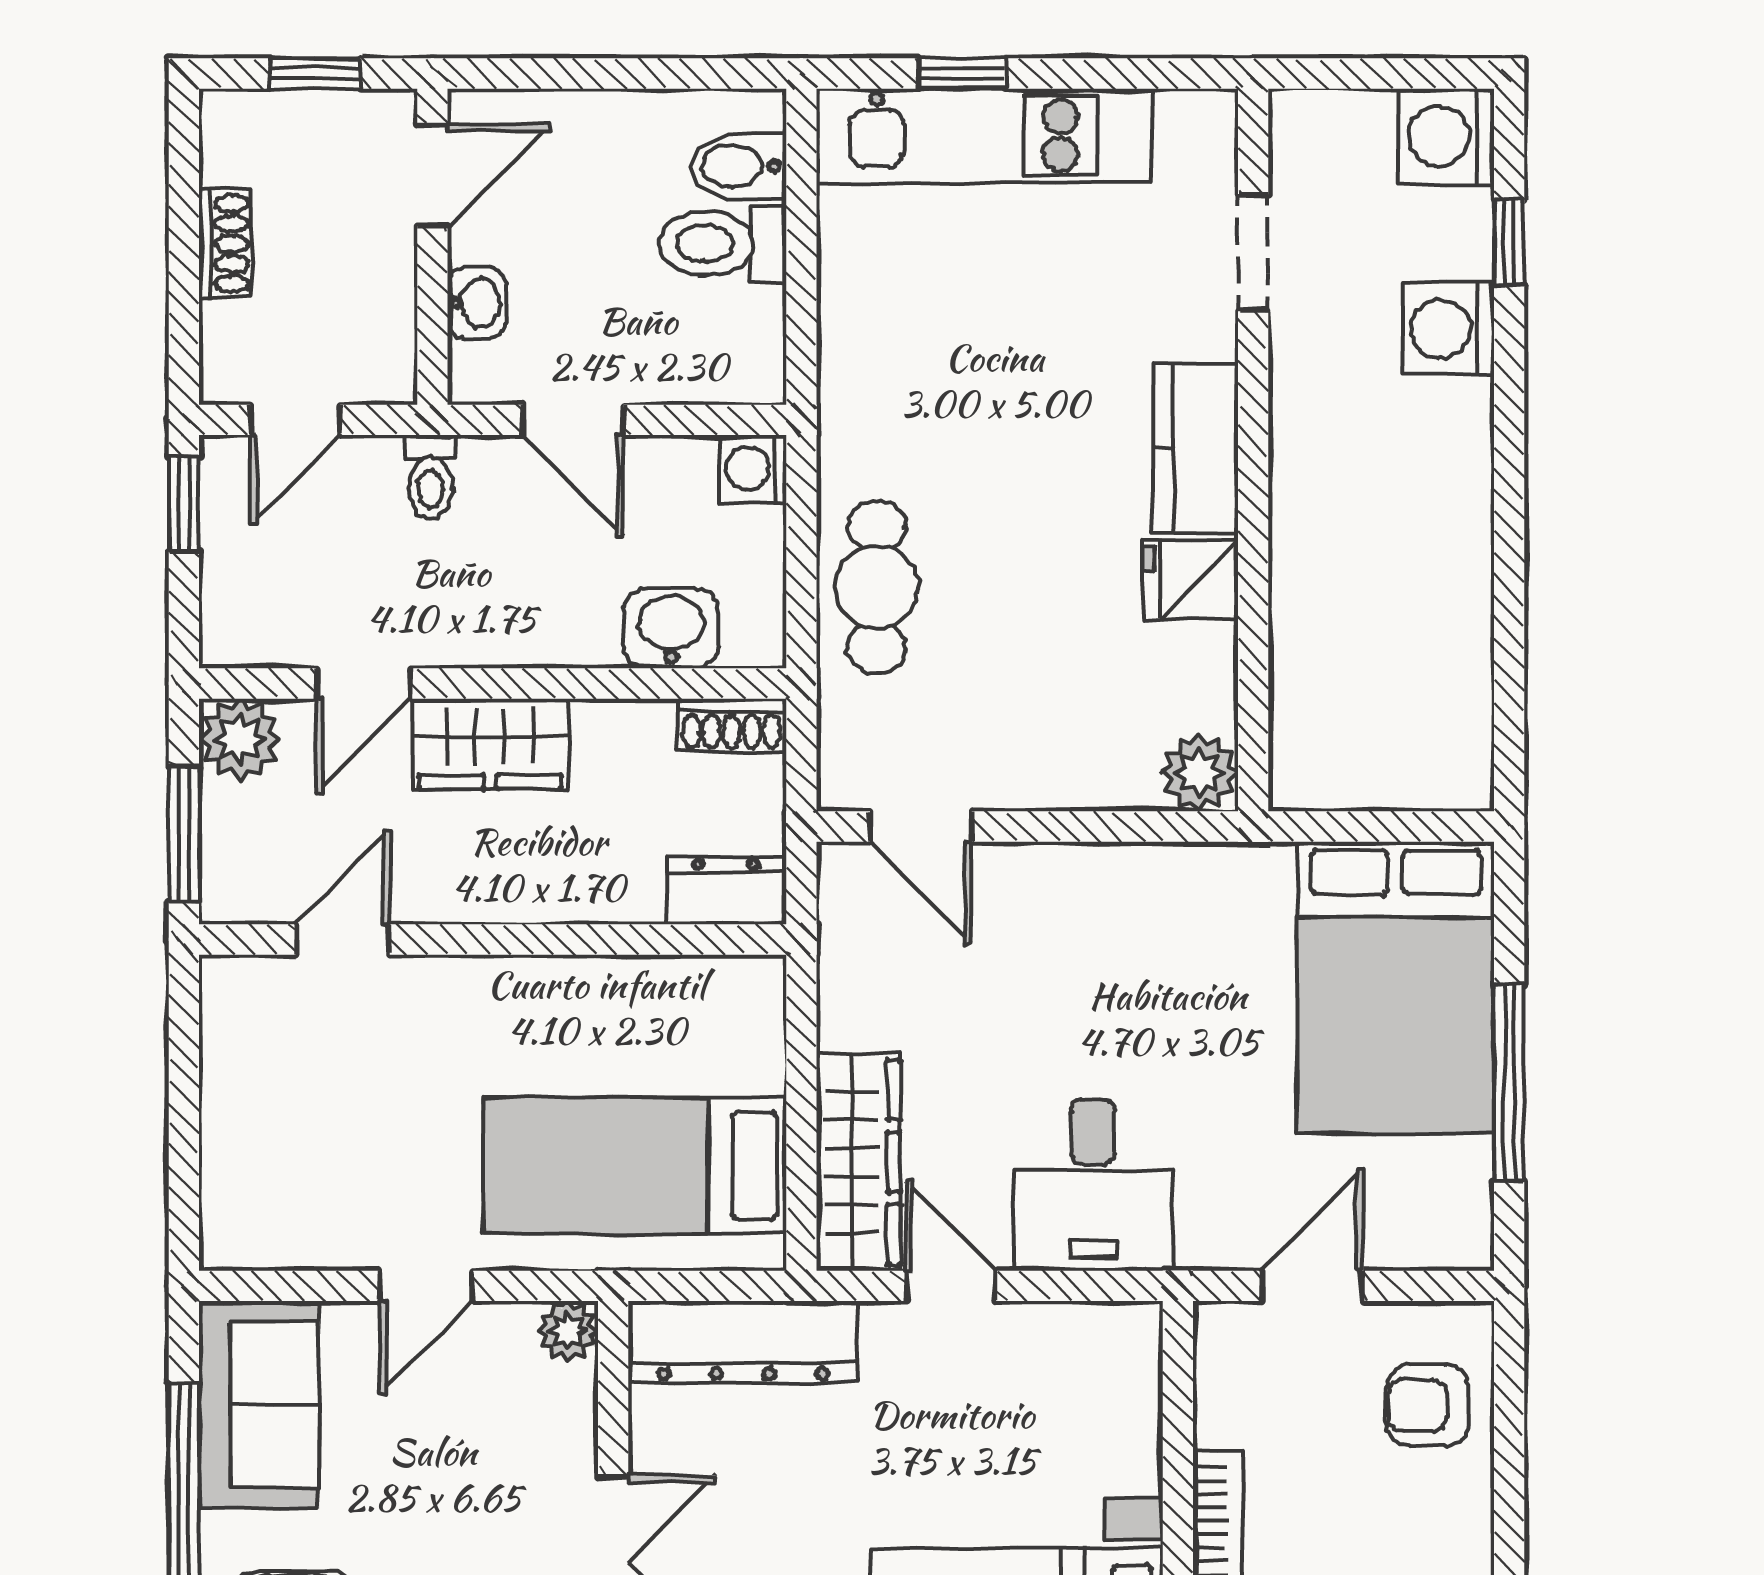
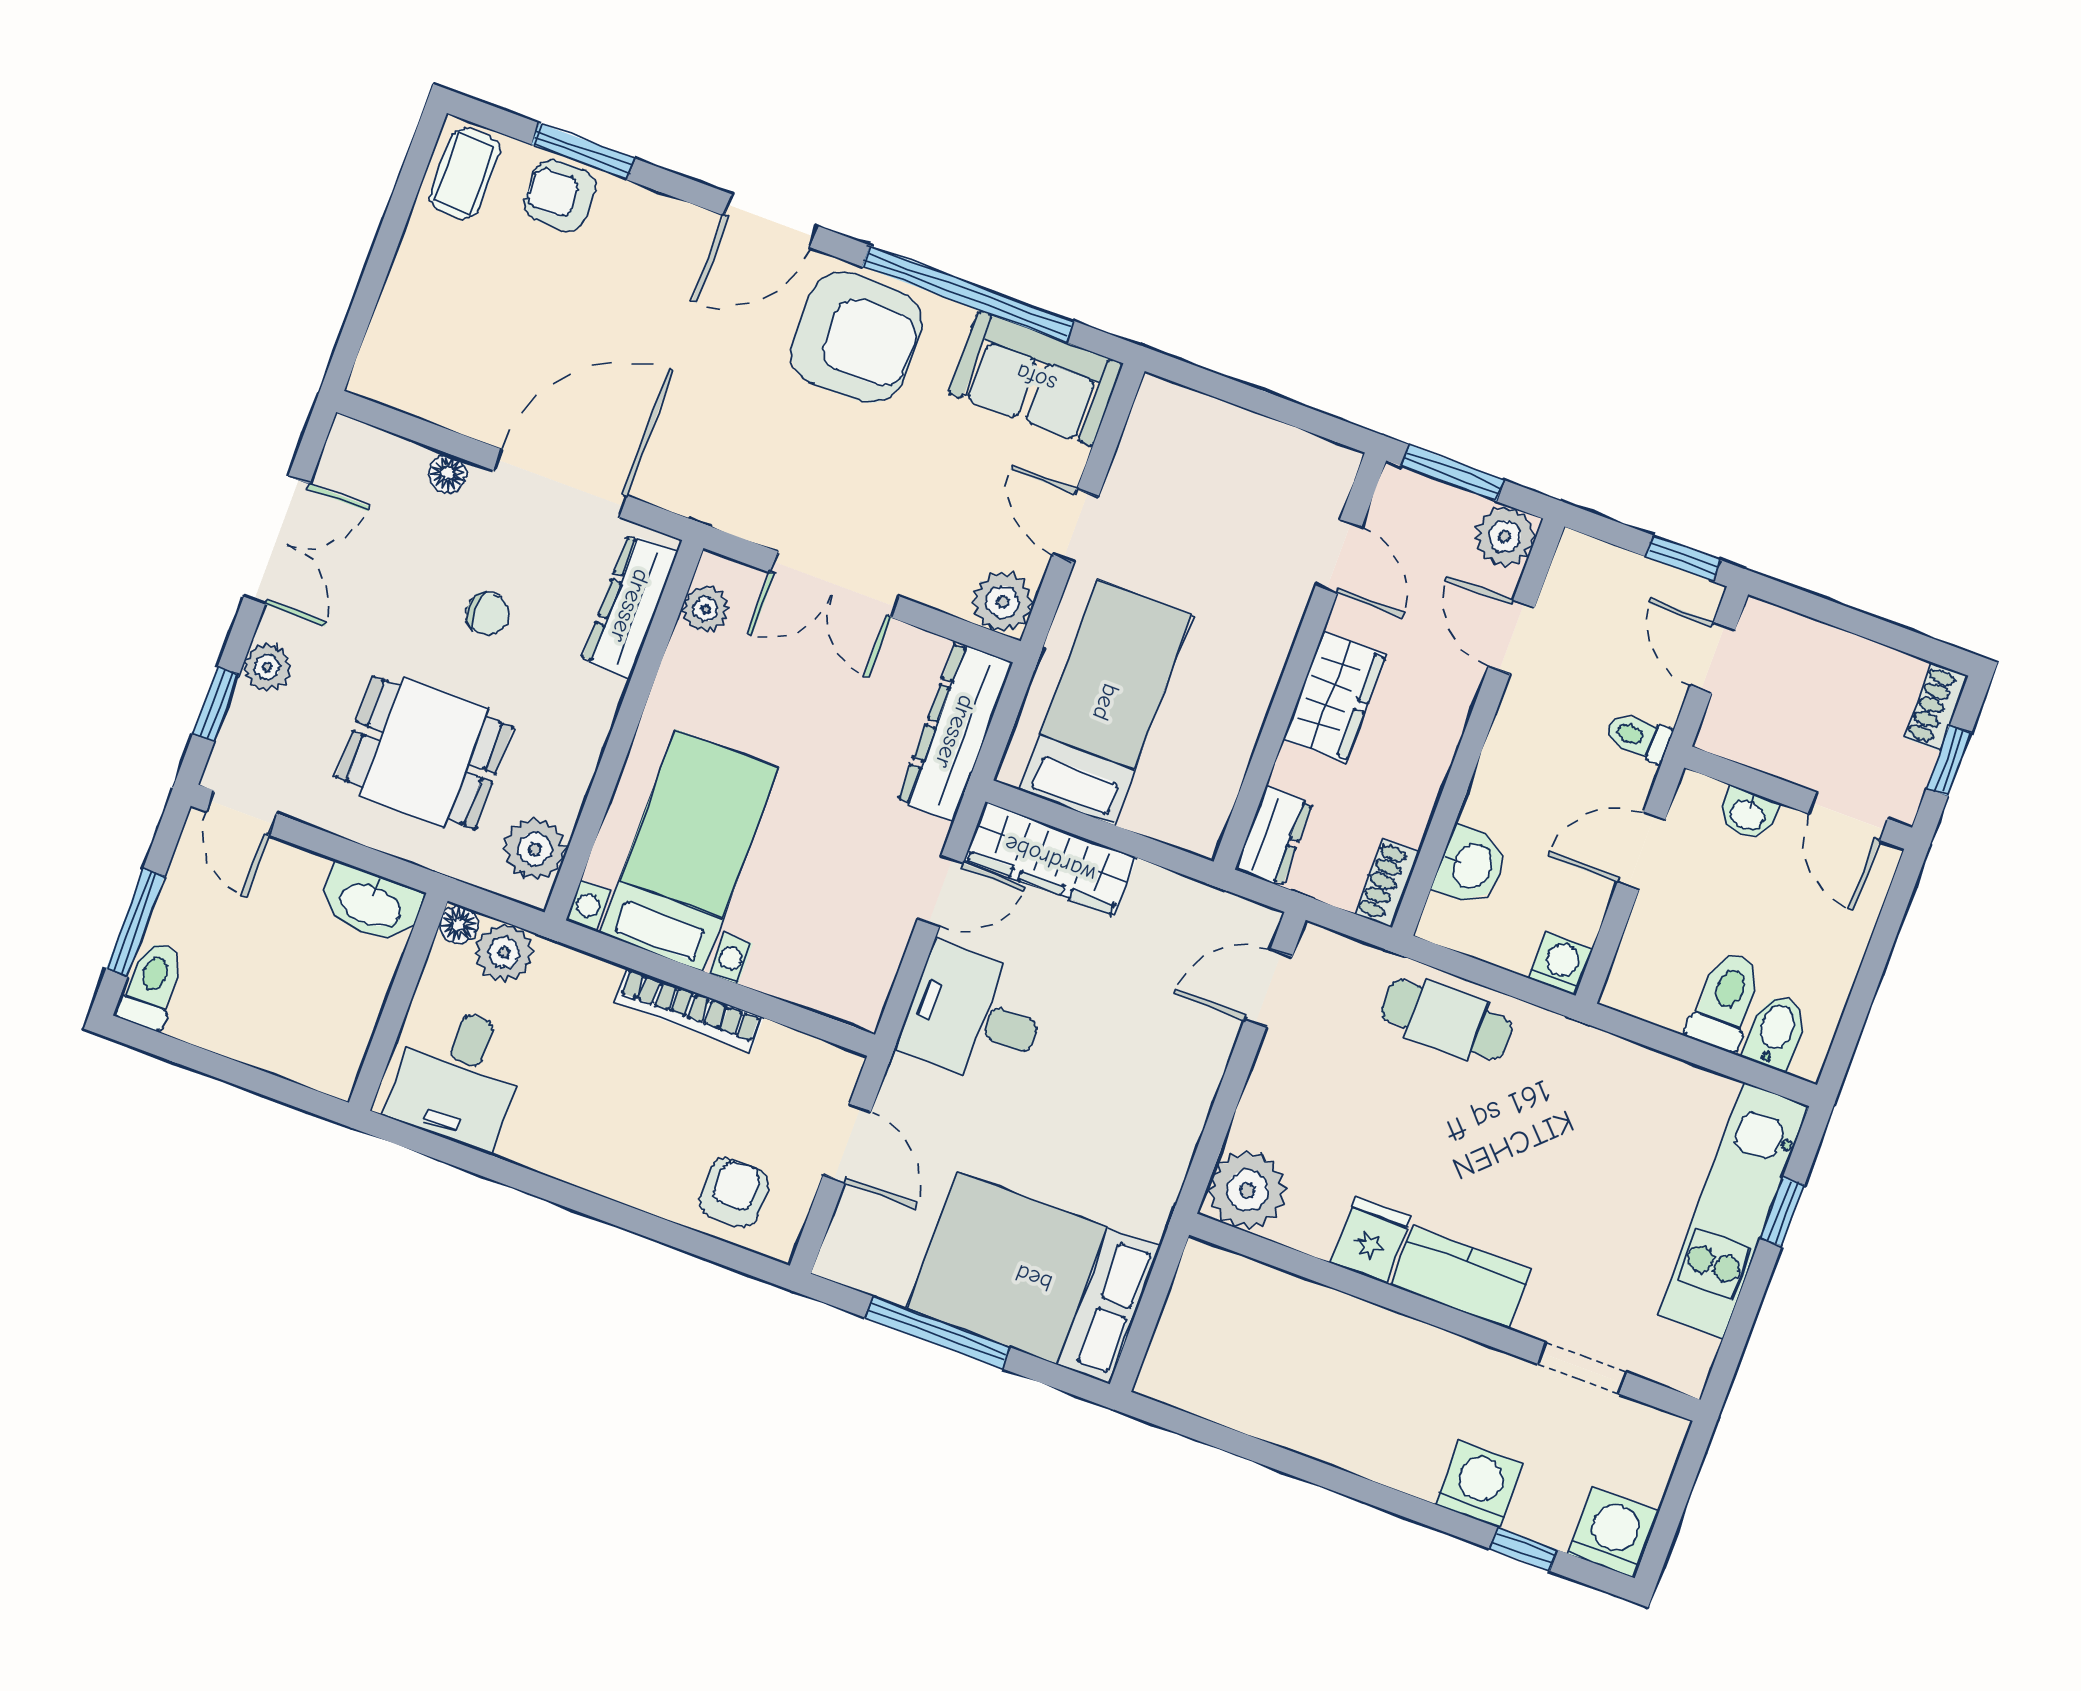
shoe rack: (225, 244) -> (1936, 707), moved, turned 90
wardrobe: (490, 744) -> (1335, 696), moved, turned 180
plant: (1199, 773) -> (1247, 1190), width x1.36, depth x1.36
plant: (568, 1331) -> (1003, 602), width x1.38, depth x1.38

